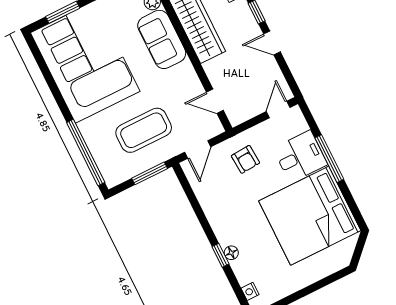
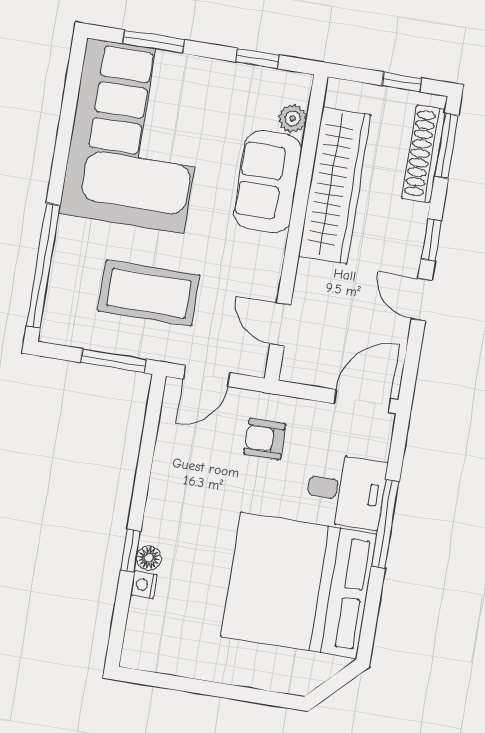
door: (278, 110) -> (362, 401), width x1.38
armchair: (245, 159) -> (265, 439), turned 94
nightstand: (250, 291) -> (144, 585), moved

